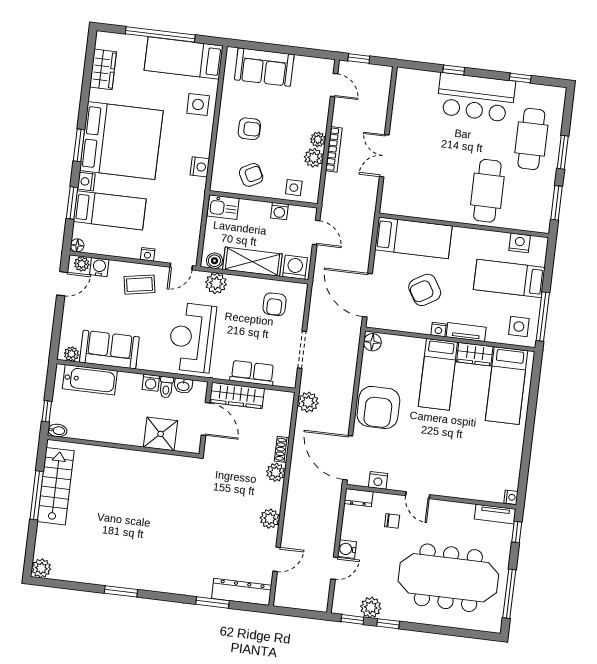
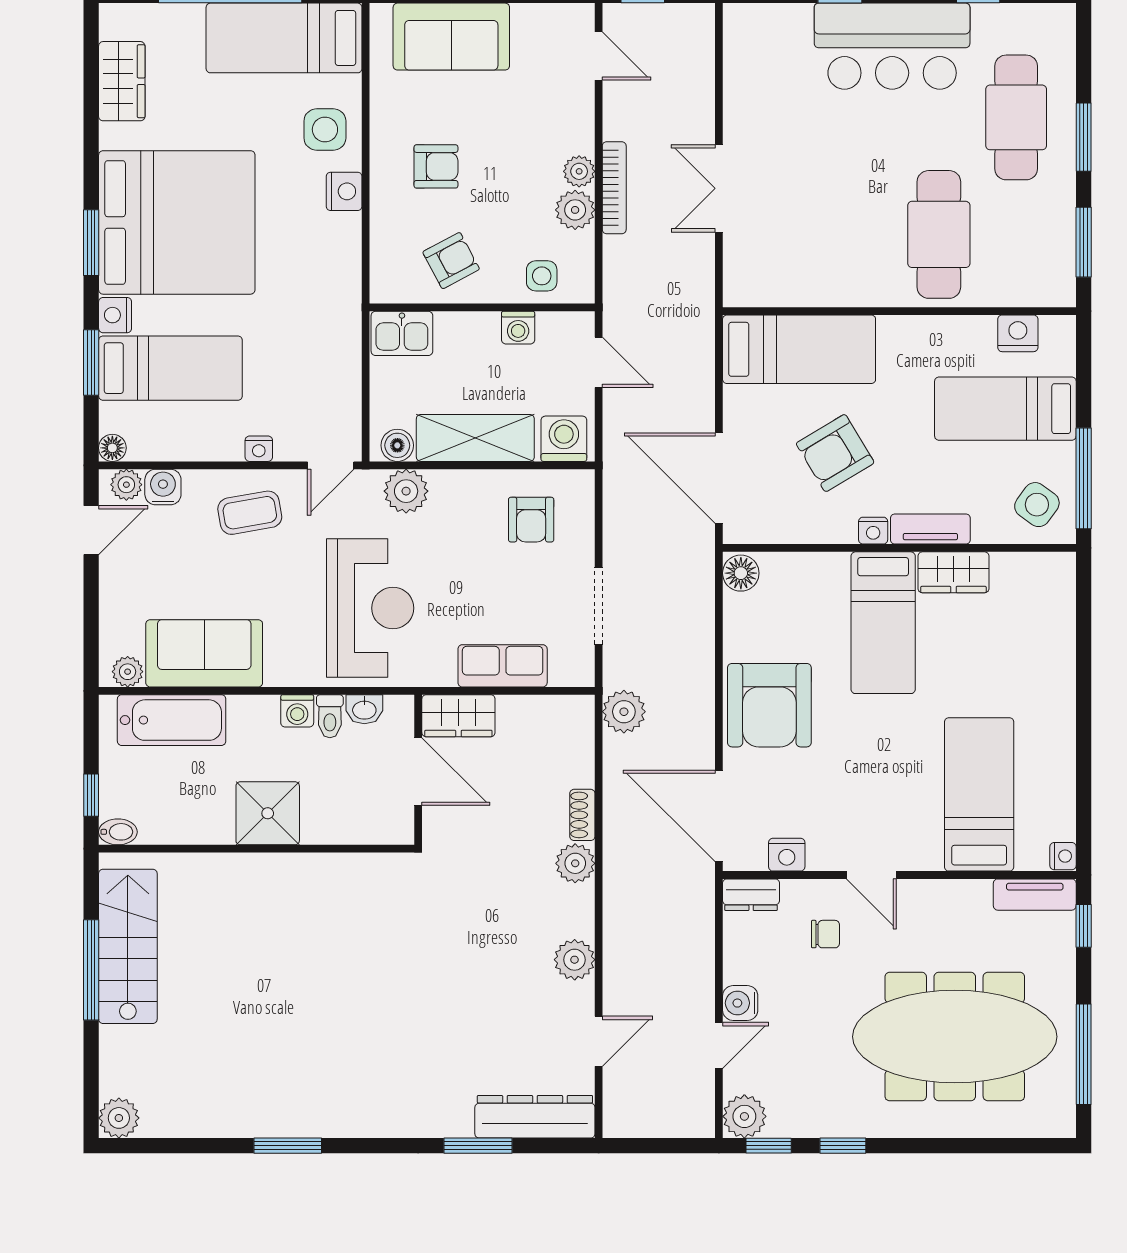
nightstand: (200, 167) -> (344, 191), moved
side table: (519, 326) -> (1037, 505), turned 36
reception desk: (192, 337) -> (370, 608), turned 180
bed: (507, 386) -> (979, 794), moved, turned 180
wardrobe: (237, 395) -> (458, 716), width x0.67
shower: (161, 434) -> (268, 813), moved
plant: (371, 607) -> (744, 1116), moved

